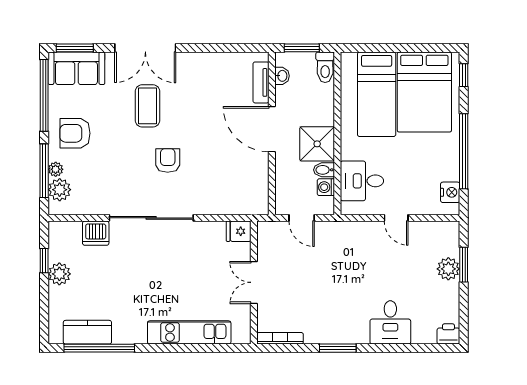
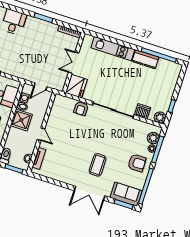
double door: (145, 48) -> (90, 193), swing flipped
door: (272, 129) -> (41, 134), width x0.53
armchair: (168, 160) -> (81, 108), moved
door: (302, 218) -> (40, 86), swing flipped
fridge: (239, 231) -> (76, 86), width x1.88, depth x1.34
plant: (59, 274) -> (160, 117), moved
double door: (254, 282) -> (74, 63), swing flipped
kitchen counter: (87, 332) -> (145, 59), moved

